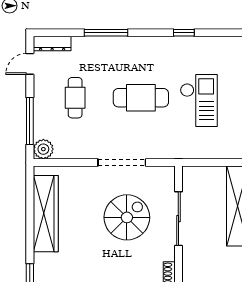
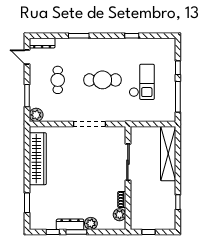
window: (106, 33) -> (79, 36), width x0.69
door: (30, 64) -> (27, 57), hinge flipped
window: (30, 121) -> (27, 96), width x0.69
spiral stairs: (127, 217) -> (93, 161), removed

